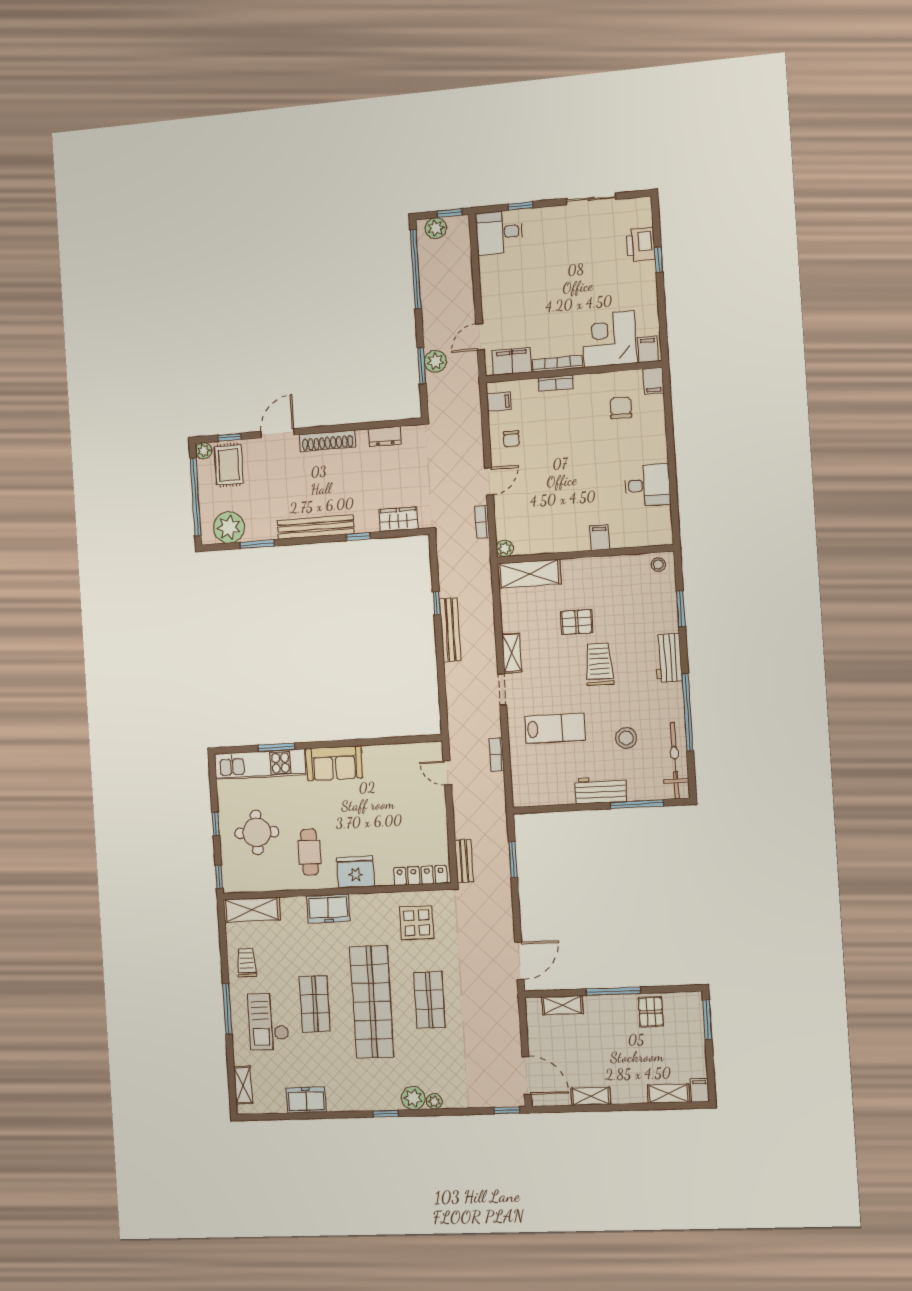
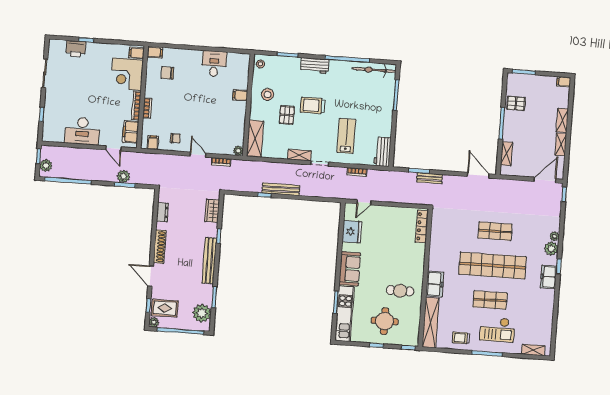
desk: (499, 232) -> (82, 131), moved, width x1.37
stool: (626, 738) -> (268, 94), moved
workbench: (601, 790) -> (383, 152), moved
bench: (464, 861) -> (430, 178), moved
fridge: (356, 872) -> (352, 232), moved, turned 180
shelving: (252, 910) -> (431, 322), width x1.47
display table: (417, 923) -> (449, 232), removed
shelving: (669, 1094) -> (562, 120), moved
freezer: (306, 1100) -> (549, 277), moved

